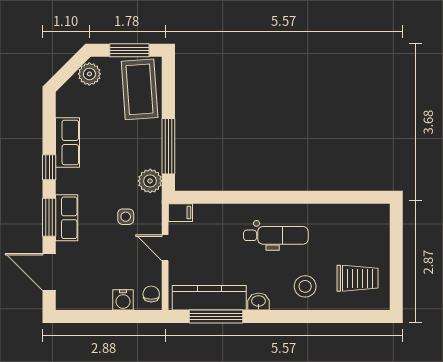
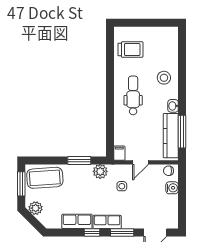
window: (168, 146) -> (79, 160), width x0.69
row of seats: (67, 218) -> (107, 222), moved
trolley: (357, 278) -> (130, 50), moved, turned 90

